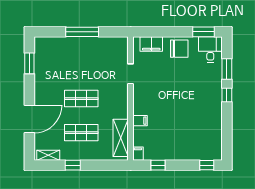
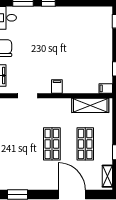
filing cabinet: (140, 121) -> (57, 87), moved

